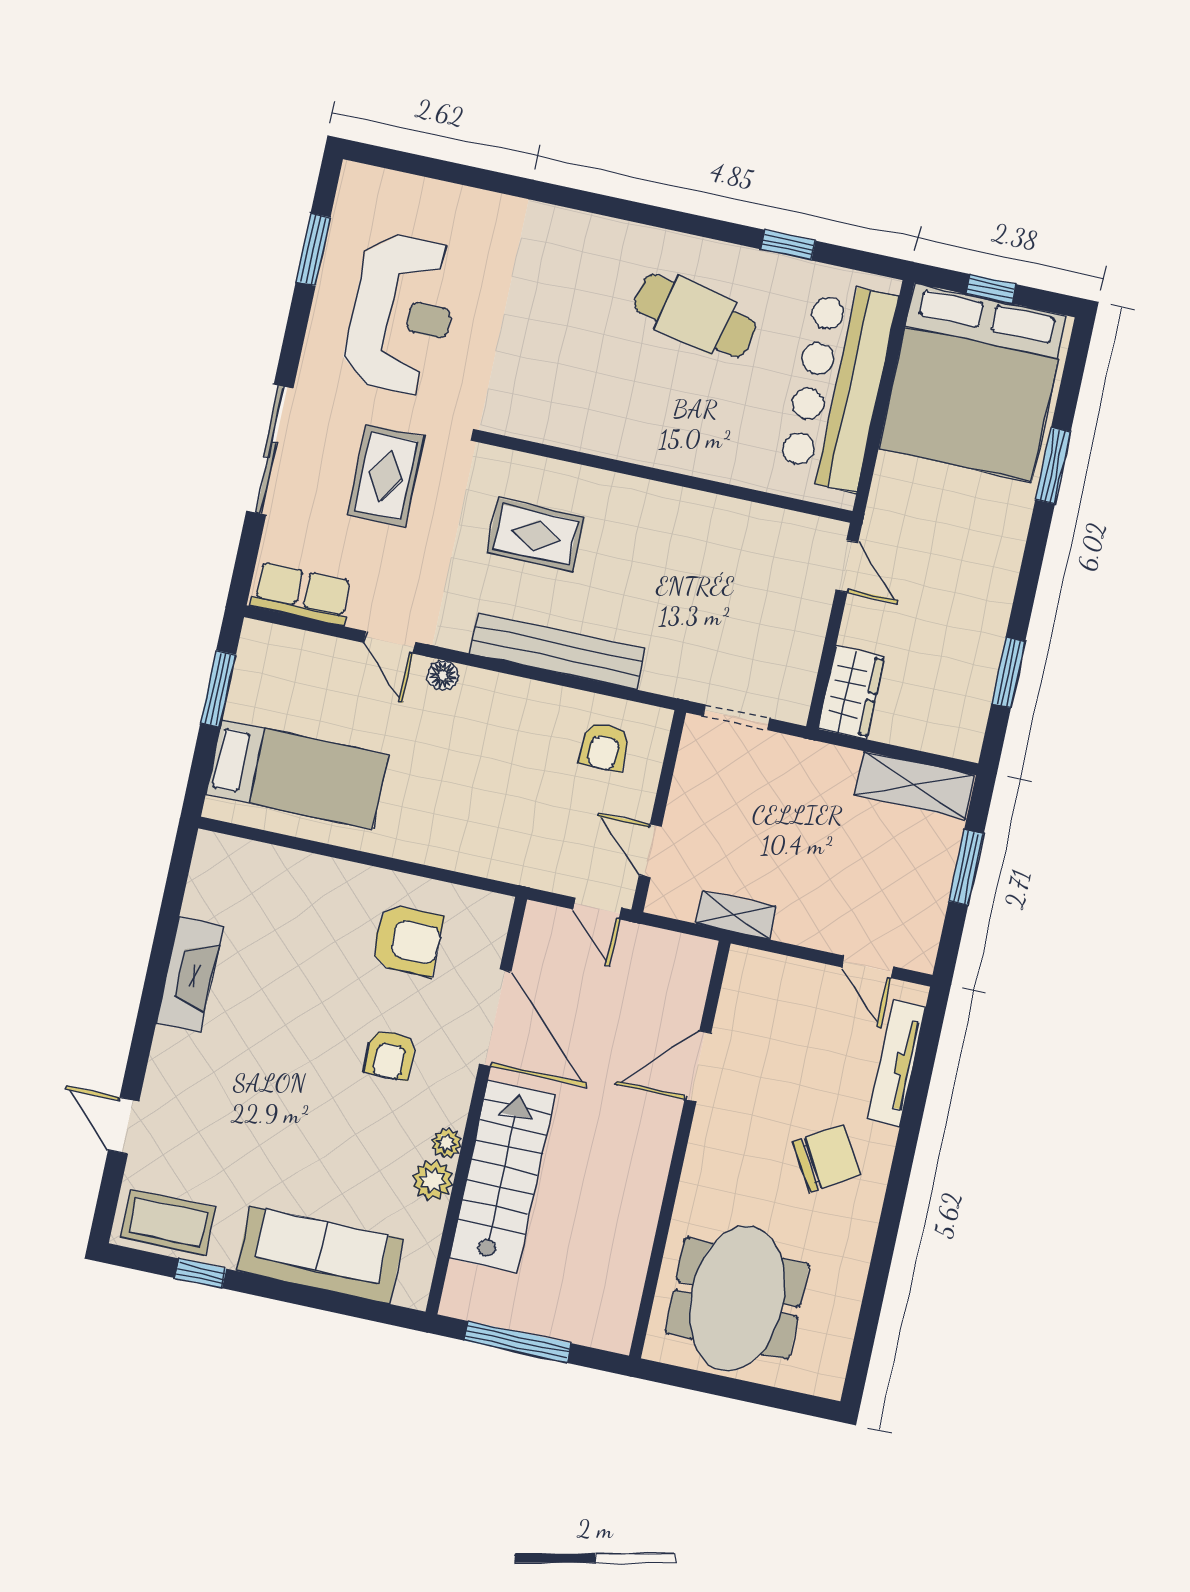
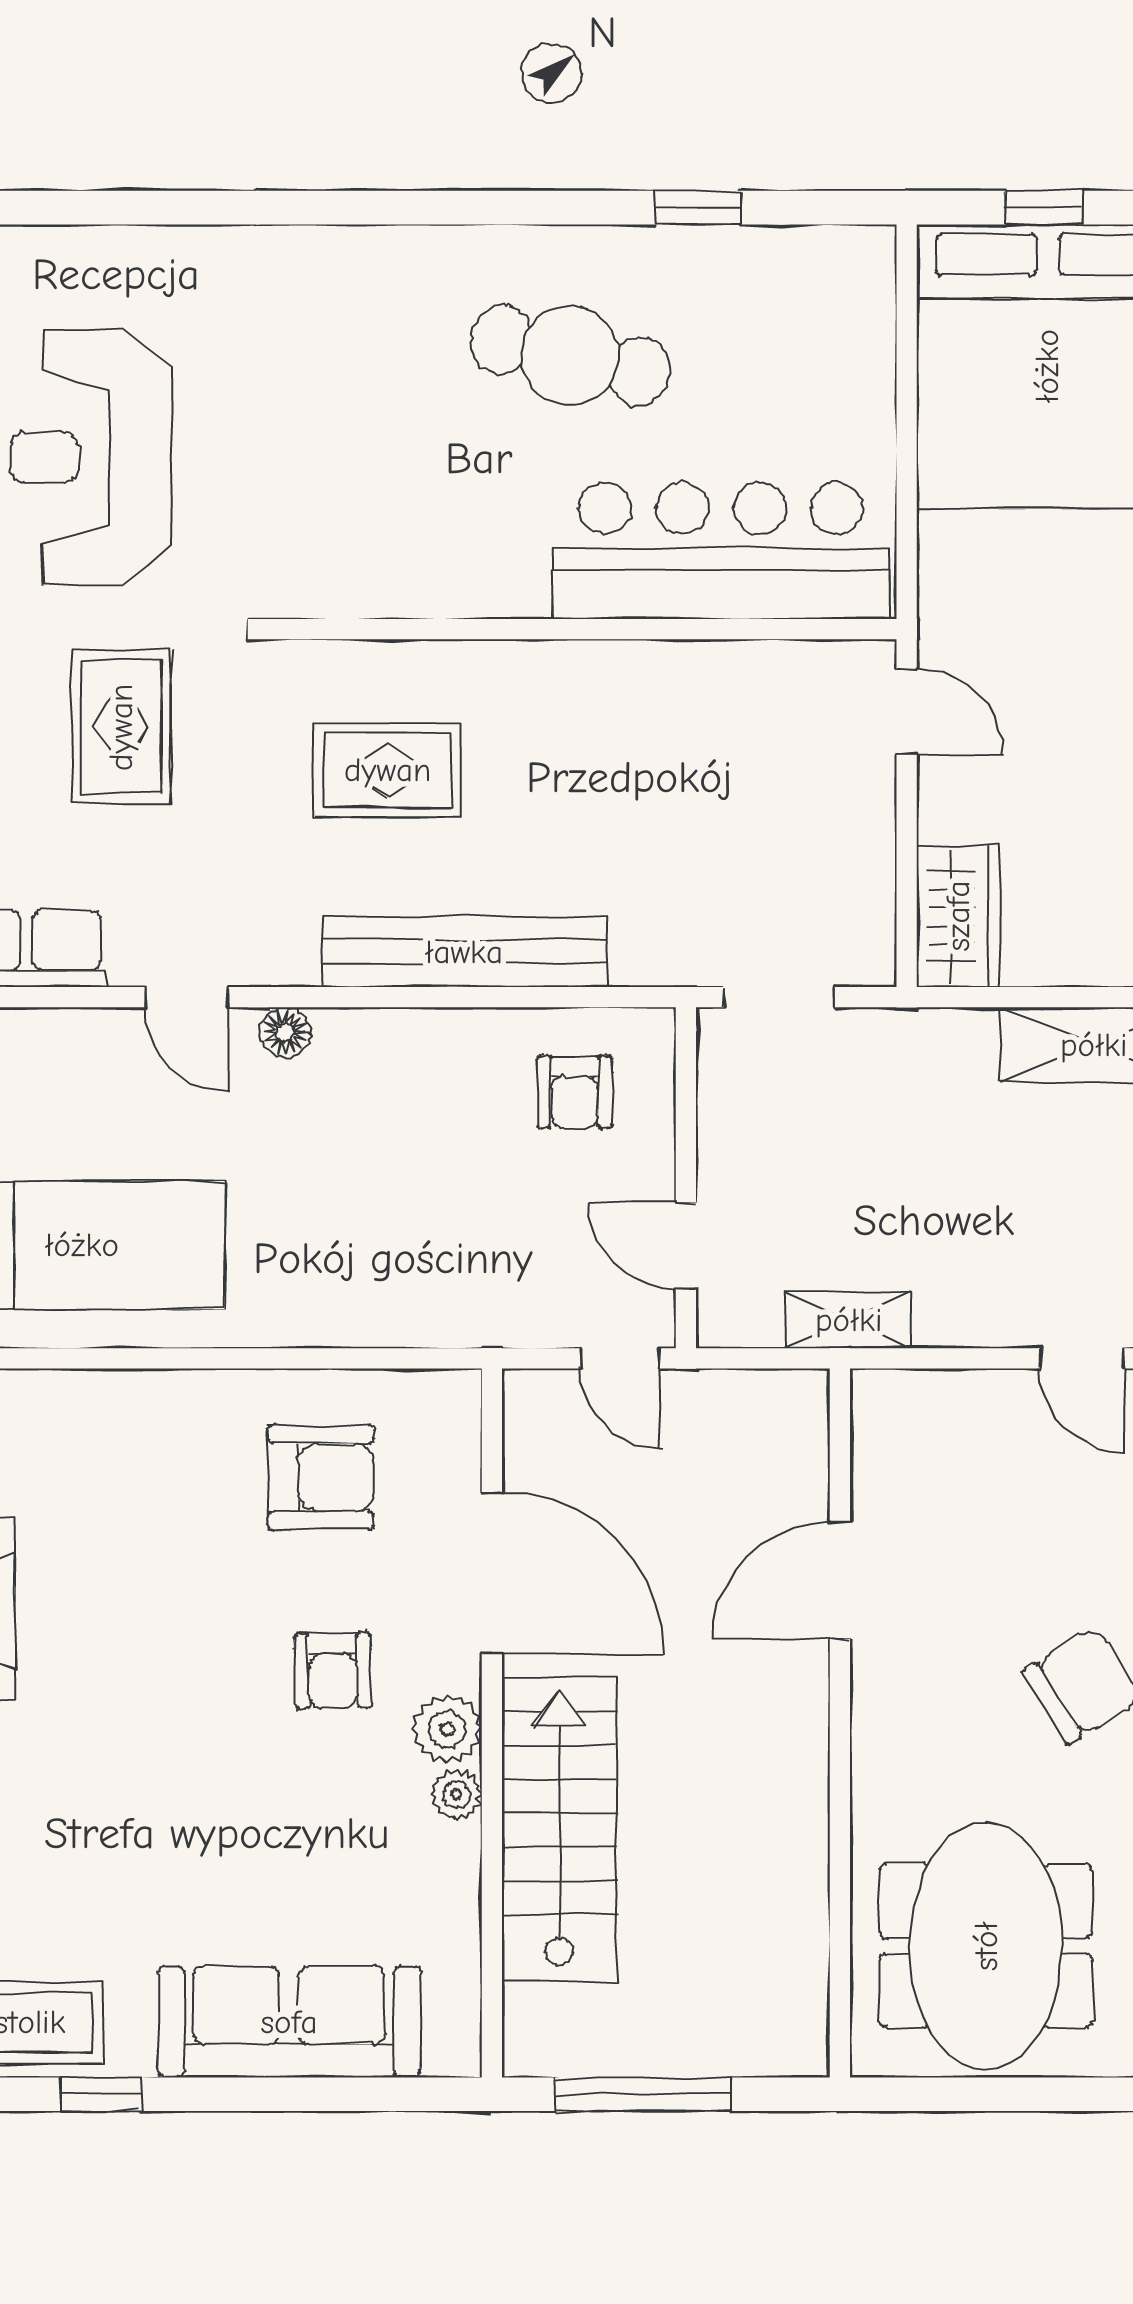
reception desk: (402, 314) -> (91, 457), turned 180
bar counter: (838, 386) -> (721, 551), moved, turned 90
plant: (433, 1180) -> (447, 1729), moved

